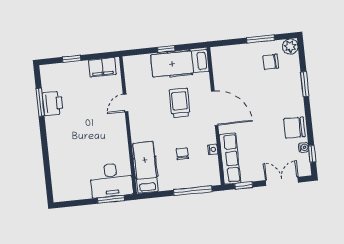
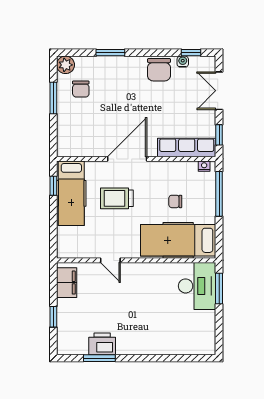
window: (166, 49) -> (53, 186), moved
nightstand: (213, 149) -> (204, 166), moved
hospital bed: (146, 167) -> (178, 240), width x1.37, depth x1.29

